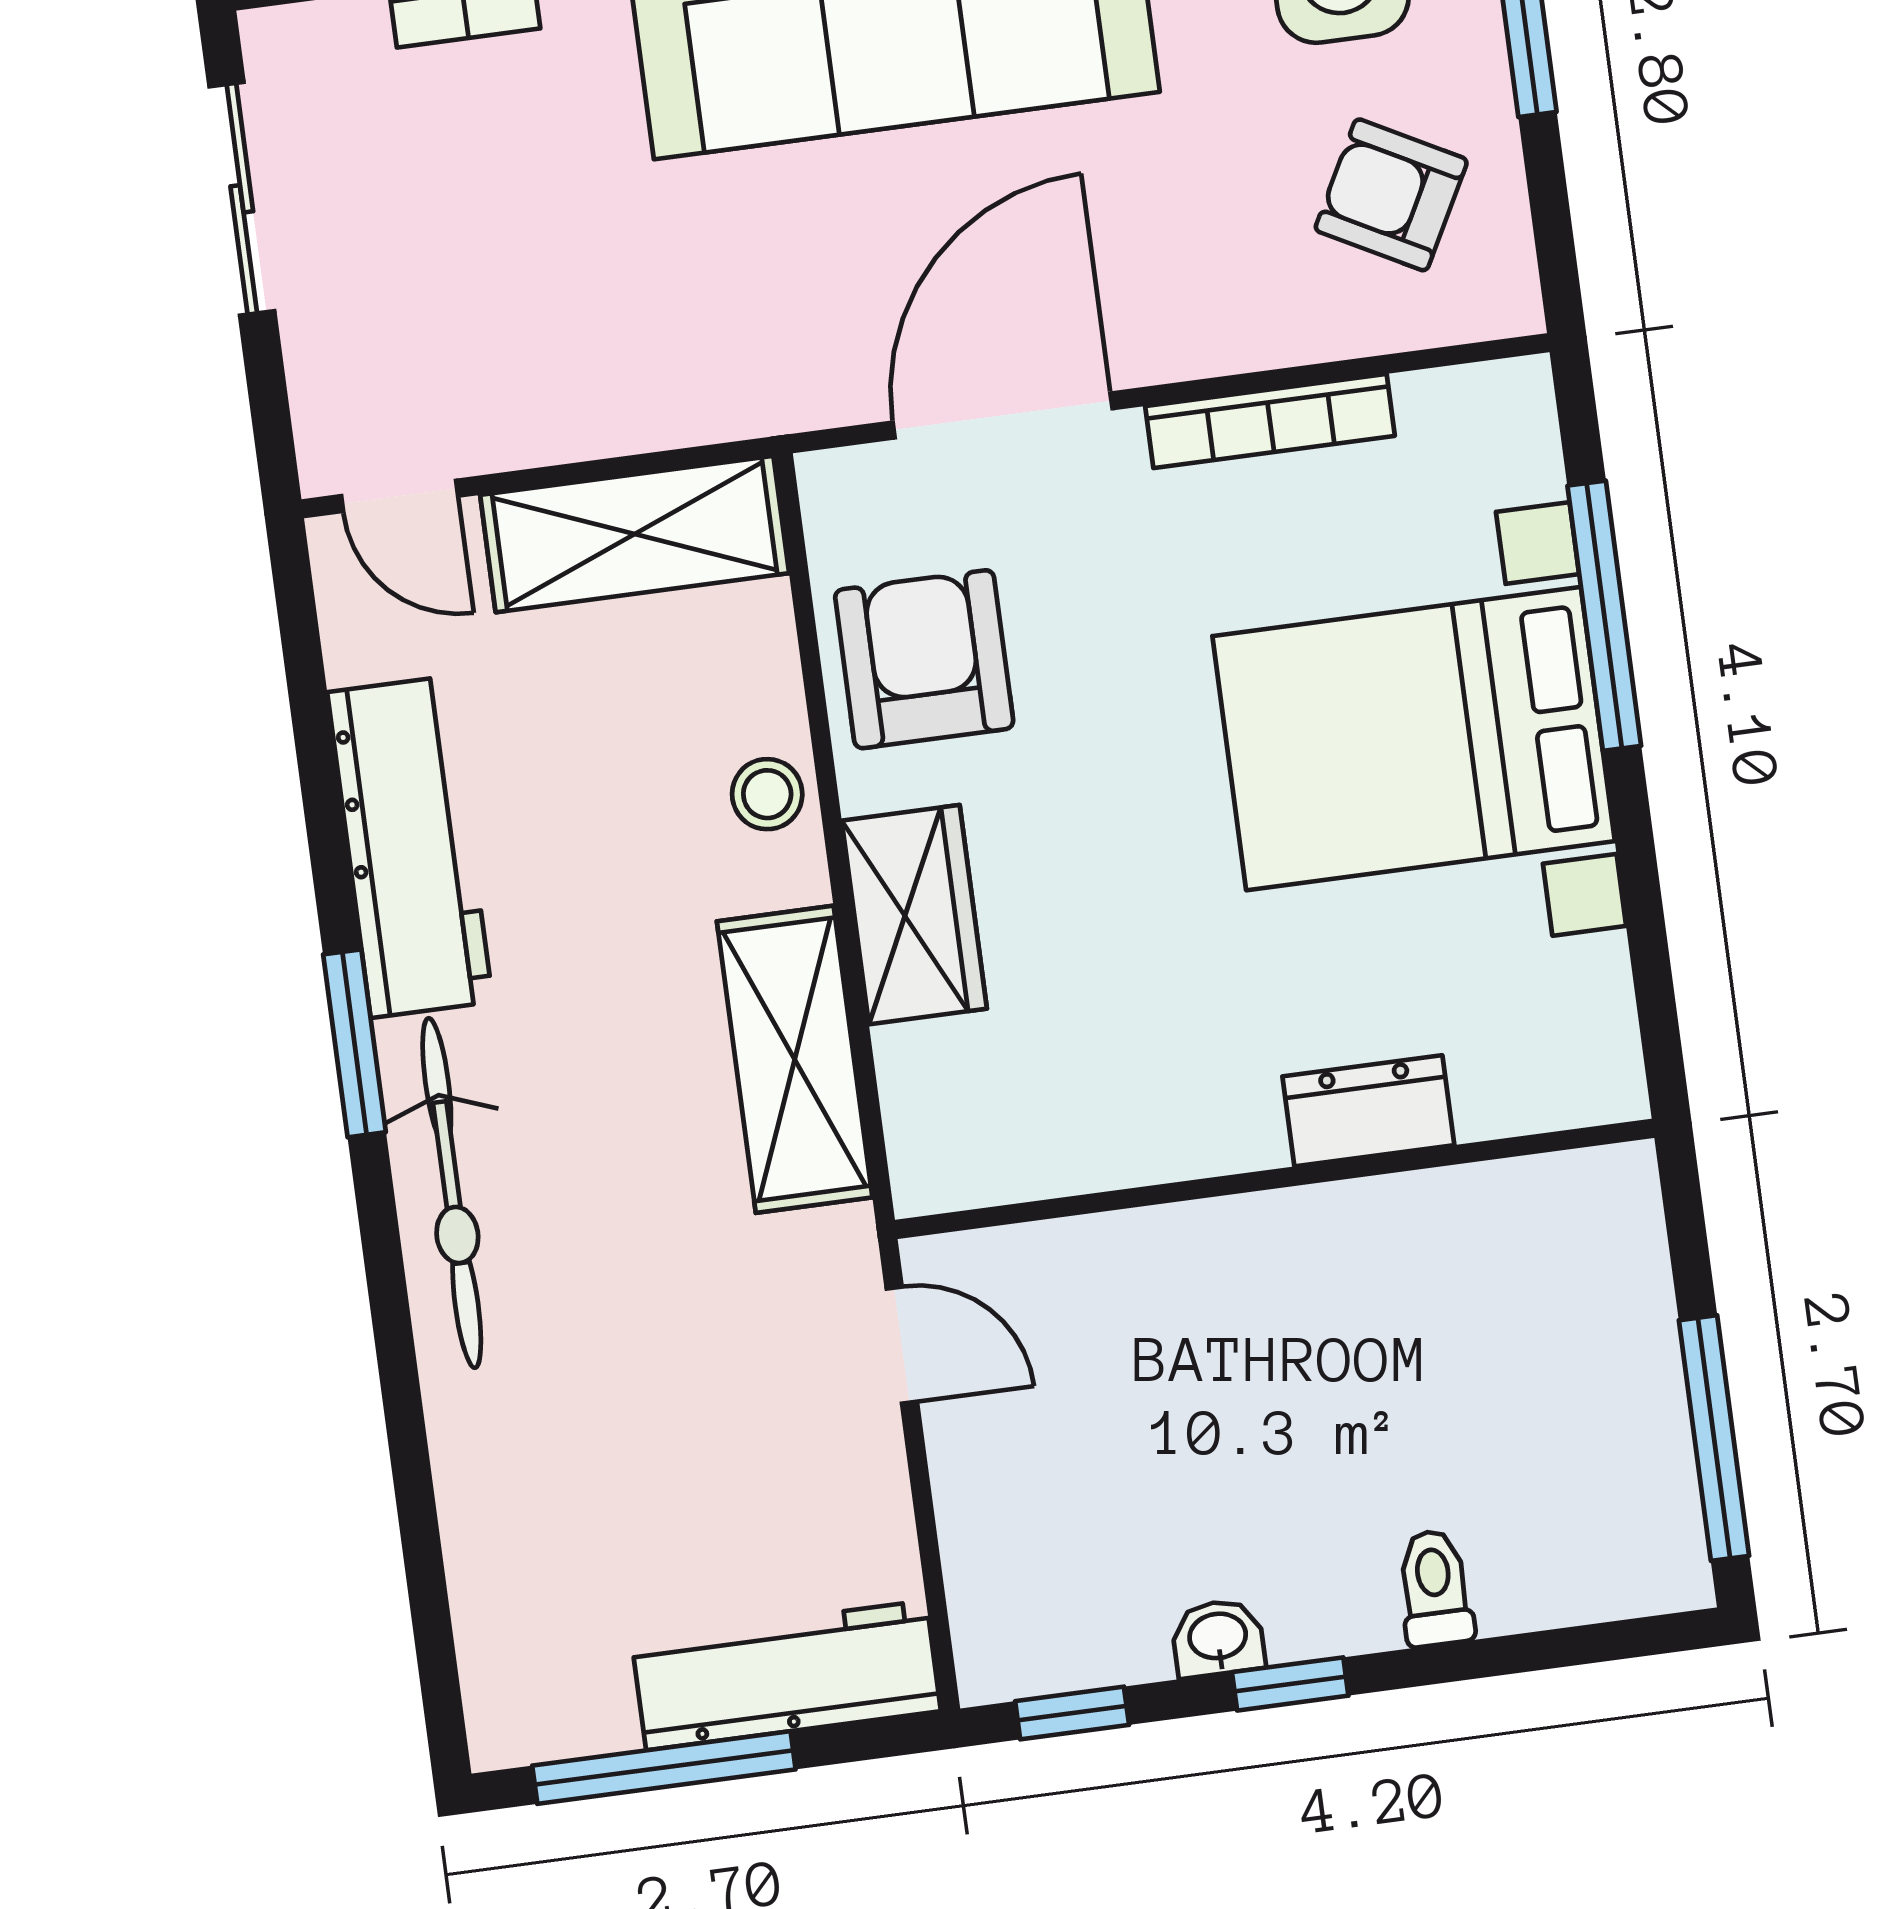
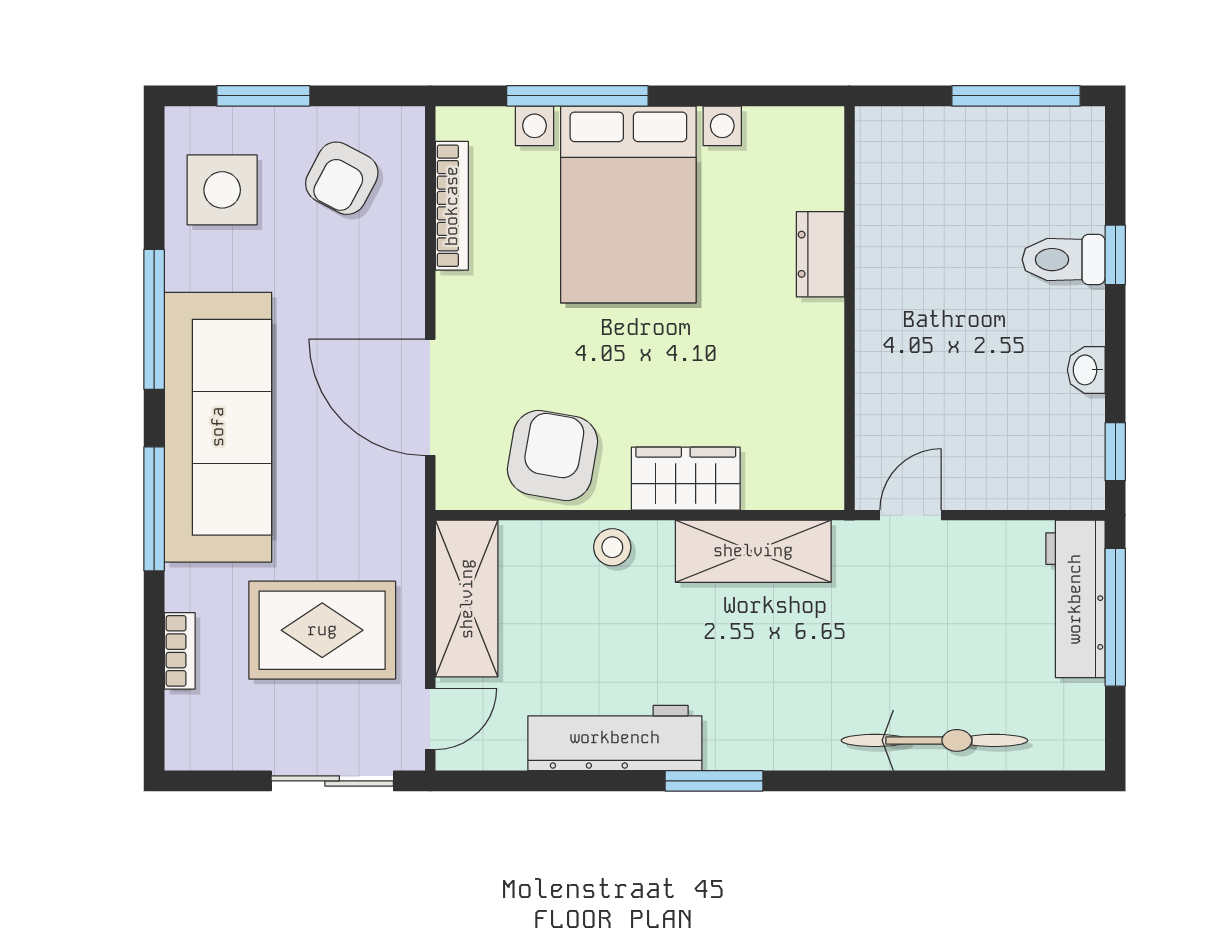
sliding door: (242, 199) -> (332, 781), moved
rug: (539, 271) -> (322, 630), added
bookcase: (1270, 421) -> (452, 206), moved
armchair: (924, 659) -> (553, 455), turned 100
bicycle: (452, 1193) -> (934, 740), moved
toilet: (1435, 1588) -> (1064, 260), width x1.37, depth x1.39
window: (1290, 1684) -> (1115, 255), moved
window: (664, 1768) -> (1115, 617), moved

